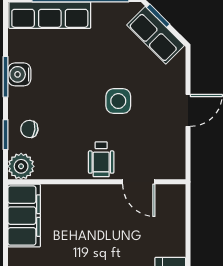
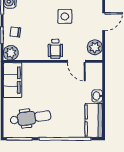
plant: (172, 157) -> (95, 47), added
washbasin: (176, 244) -> (97, 96), added

